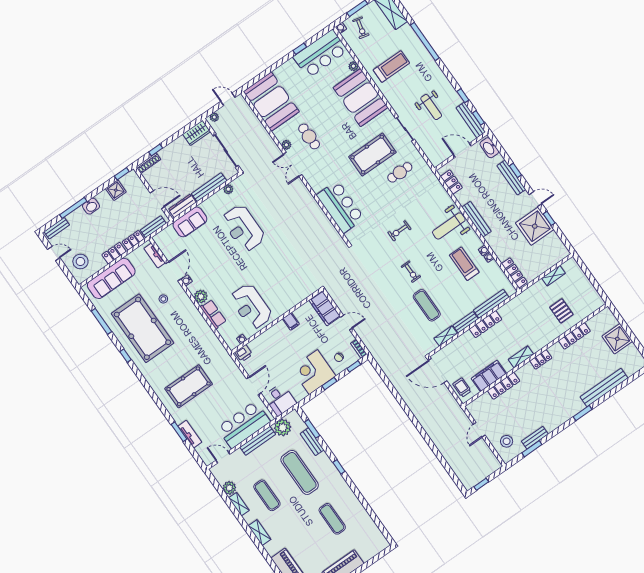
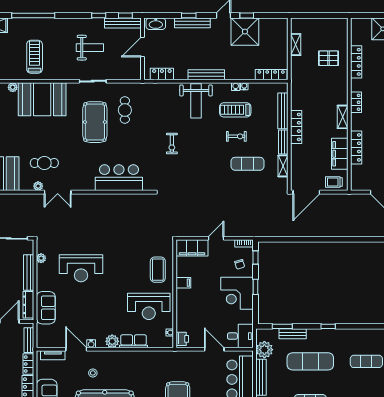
exercise bike: (411, 272) -> (236, 136), moved
coffee table: (287, 293) -> (158, 270), added

